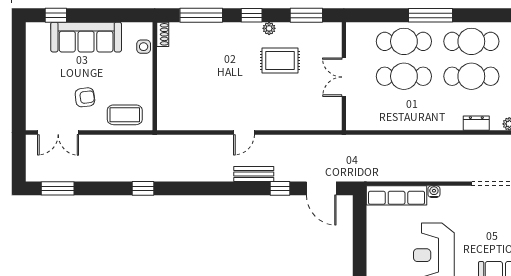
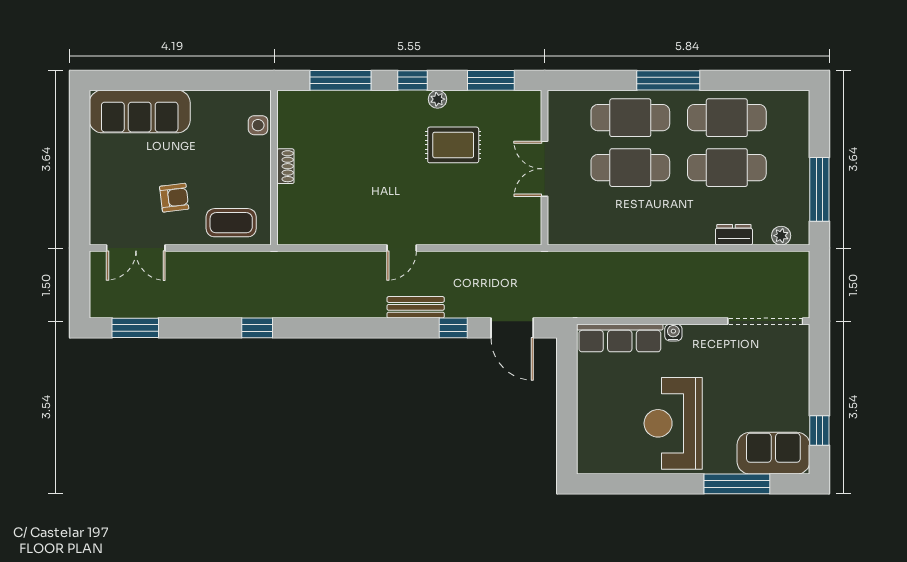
window: (56, 15) -> (133, 80), removed
shoe rack: (163, 34) -> (285, 166), moved
sofa: (86, 37) -> (140, 112), moved

